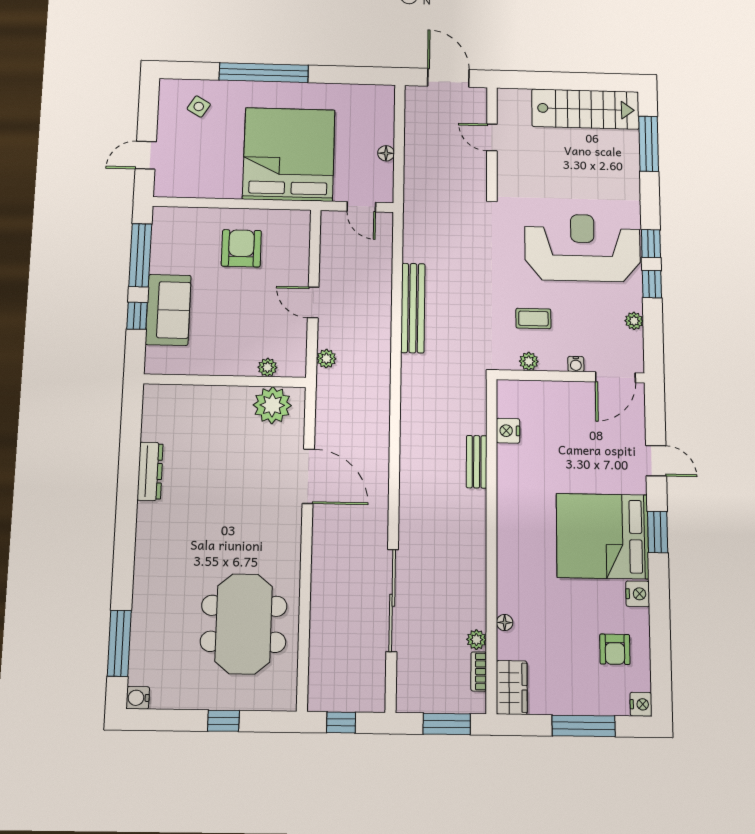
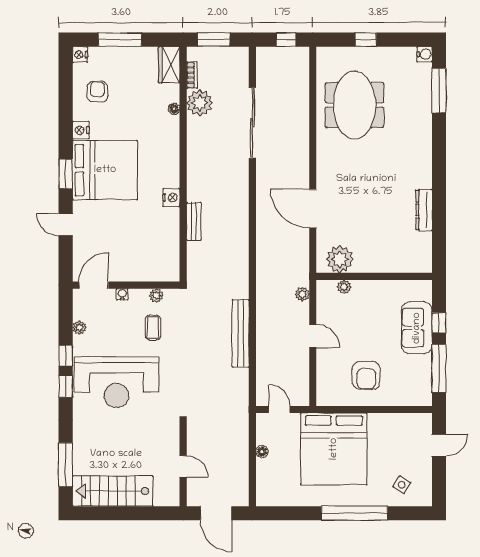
coffee table: (533, 318) -> (153, 328), turned 90
nightstand: (508, 431) -> (171, 197), moved
plant: (476, 640) -> (200, 103), width x1.87, depth x1.87

